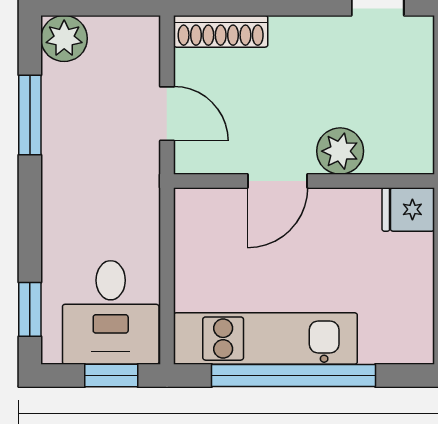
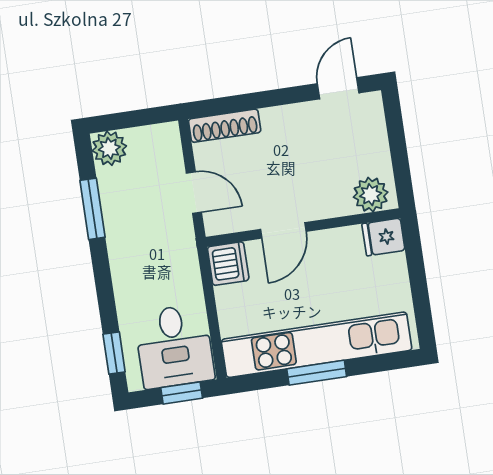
plant: (340, 151) -> (371, 195), moved
dishwasher: (198, 214) -> (228, 264), added
kitchen unit: (265, 339) -> (317, 345), width x1.36
window: (293, 375) -> (317, 373), width x0.47

